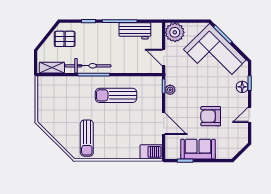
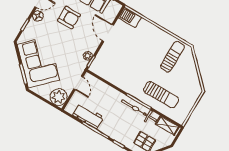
floor lamp: (242, 87) -> (38, 16), moved
sun lounger: (116, 95) -> (161, 95), moved

